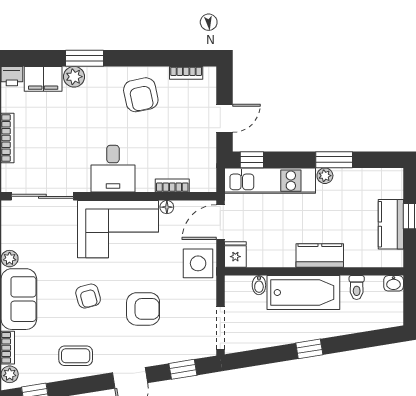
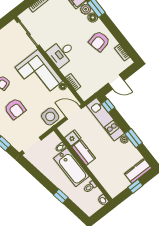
floor lamp: (95, 76) -> (93, 17), added
kitchen counter: (391, 224) -> (138, 171), moved
fridge: (235, 254) -> (73, 138), moved
kitchen counter: (320, 256) -> (84, 153), moved
window: (309, 349) -> (61, 196), moved

